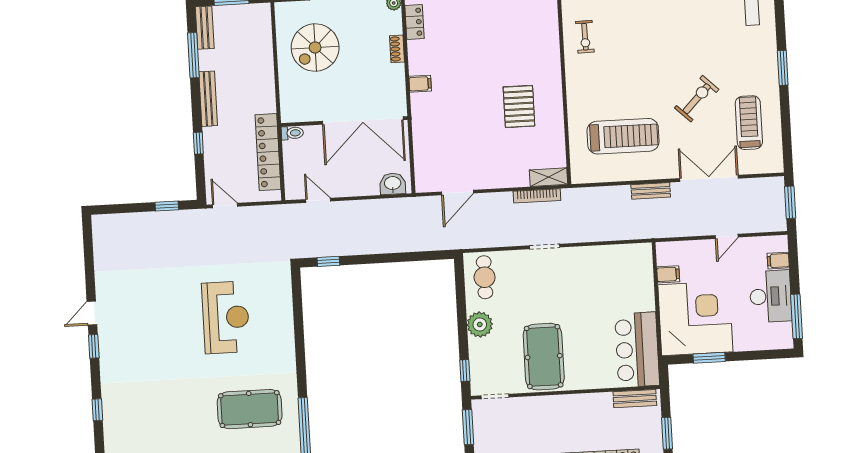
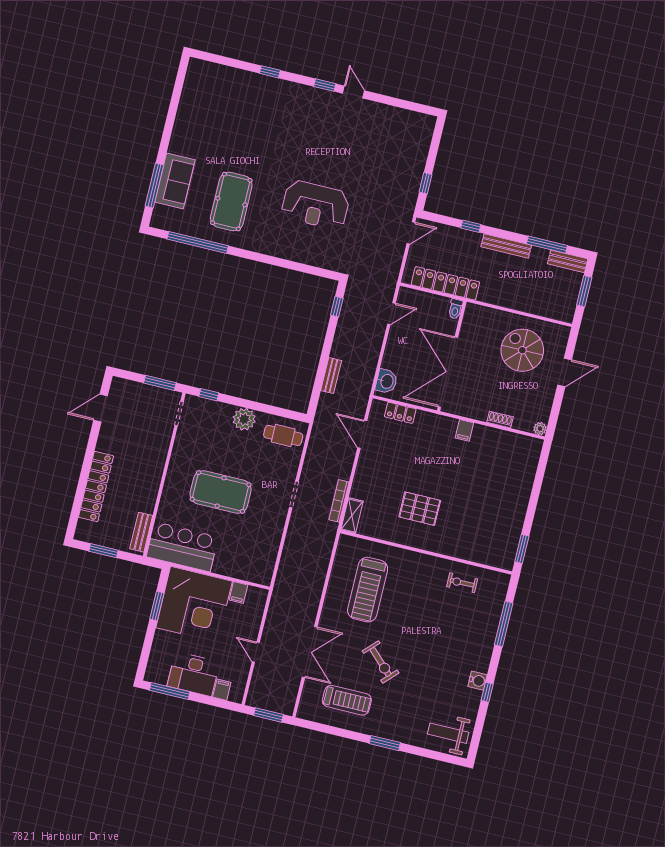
locker: (414, 22) -> (400, 413), moved
bench: (651, 191) -> (331, 376), moved
pool table: (544, 357) -> (221, 492), moved

